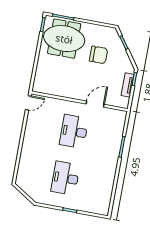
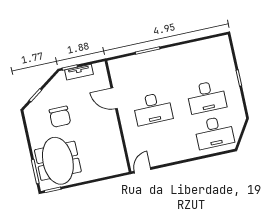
chair: (99, 55) -> (60, 117), turned 180
door: (28, 103) -> (143, 170), hinge flipped
desk: (35, 173) -> (214, 132), added

